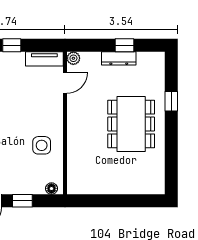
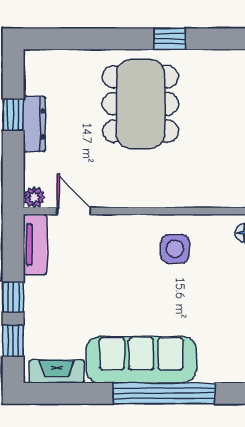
window: (171, 101) -> (170, 39), moved
dining table: (131, 124) -> (140, 104), turned 90

